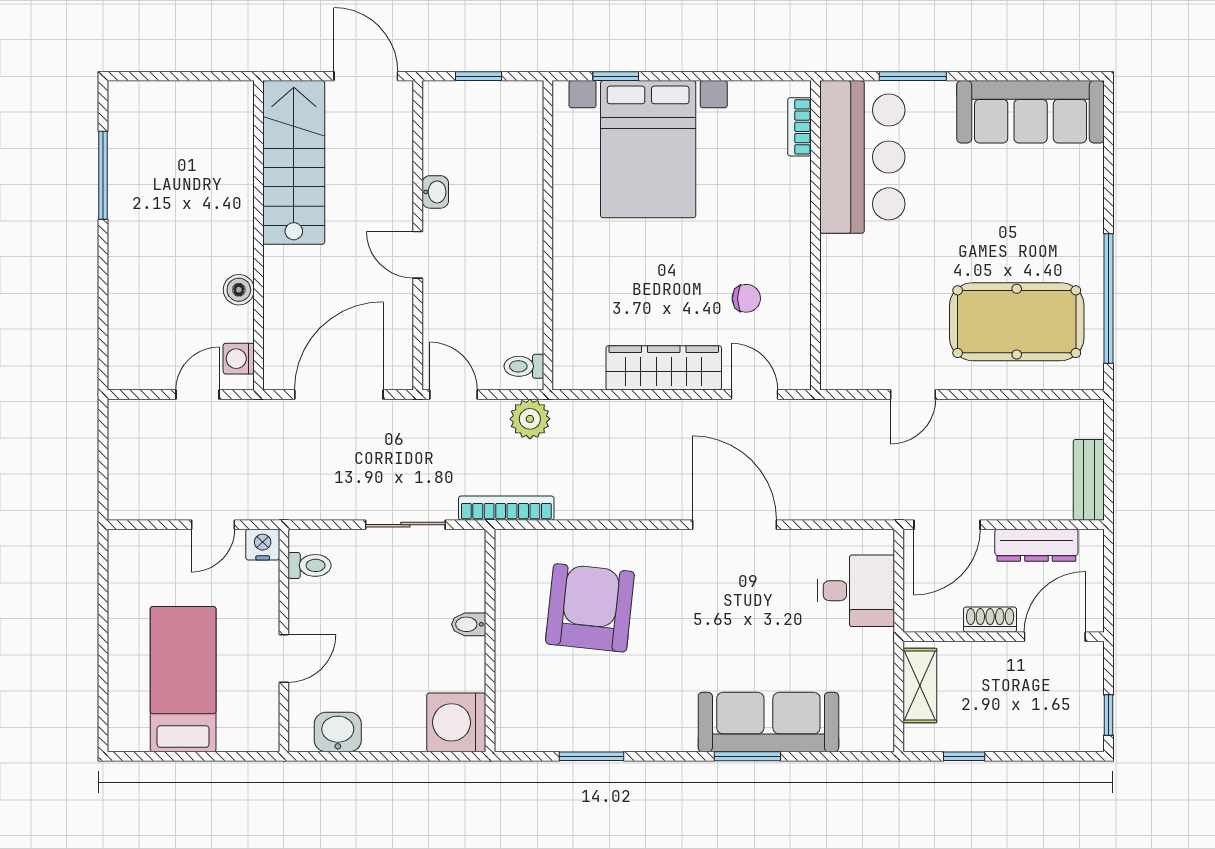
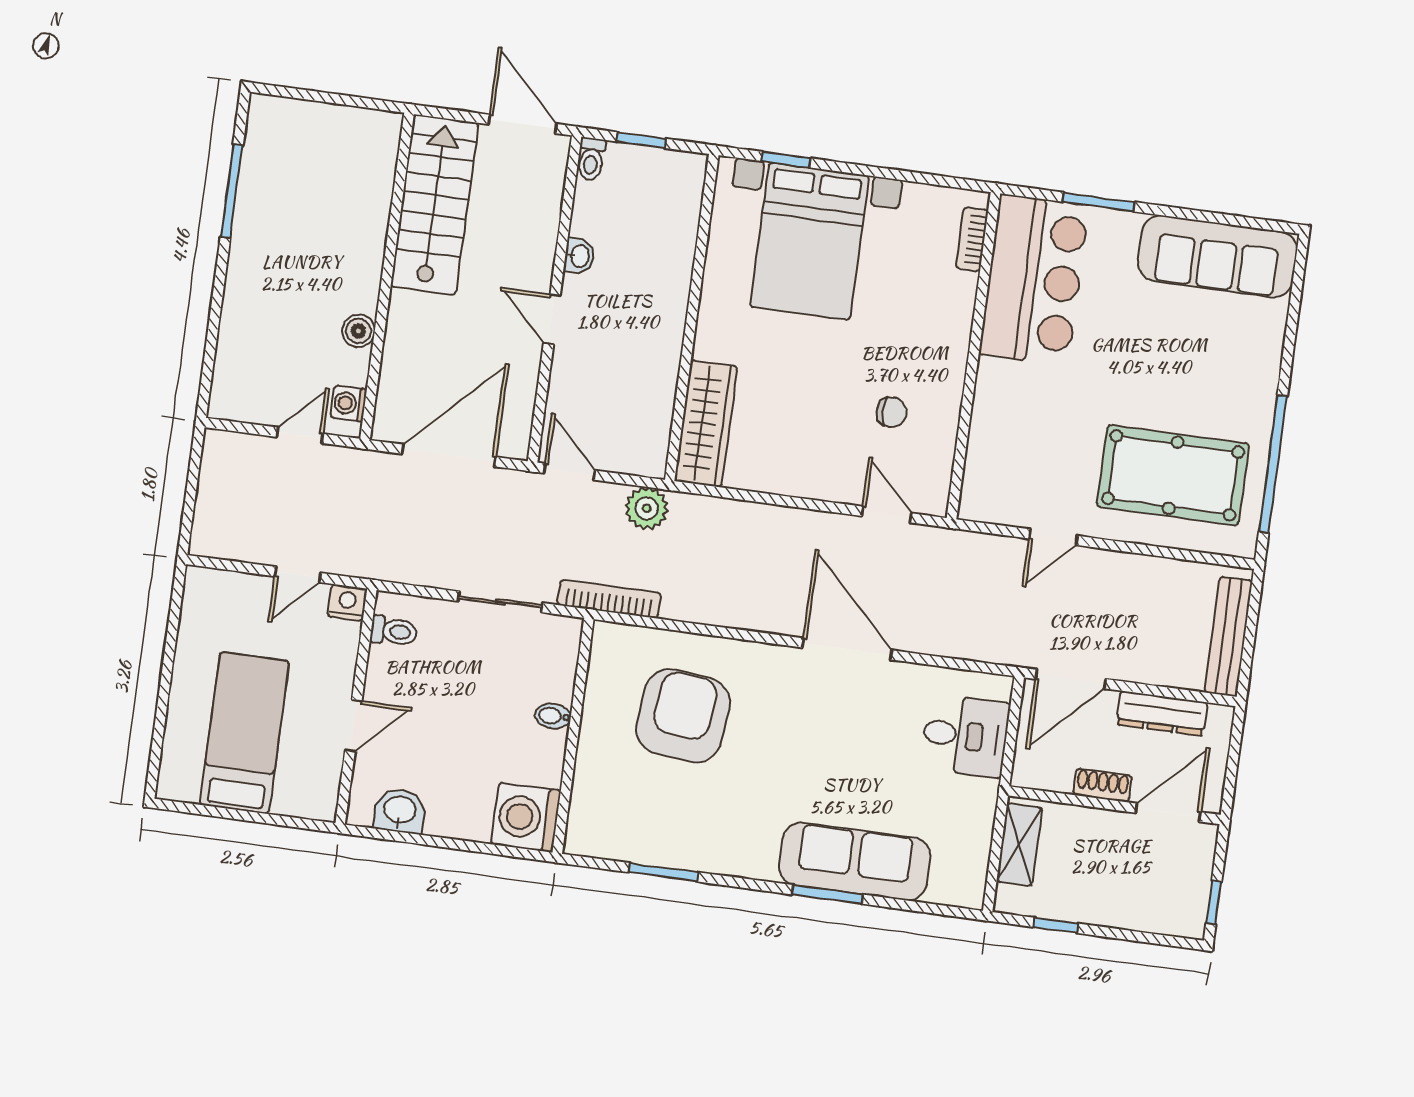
toilet: (524, 366) -> (591, 159), moved, turned -90
wardrobe: (664, 368) -> (706, 424), moved, turned 90
bench: (1089, 480) -> (1228, 637), width x1.36

